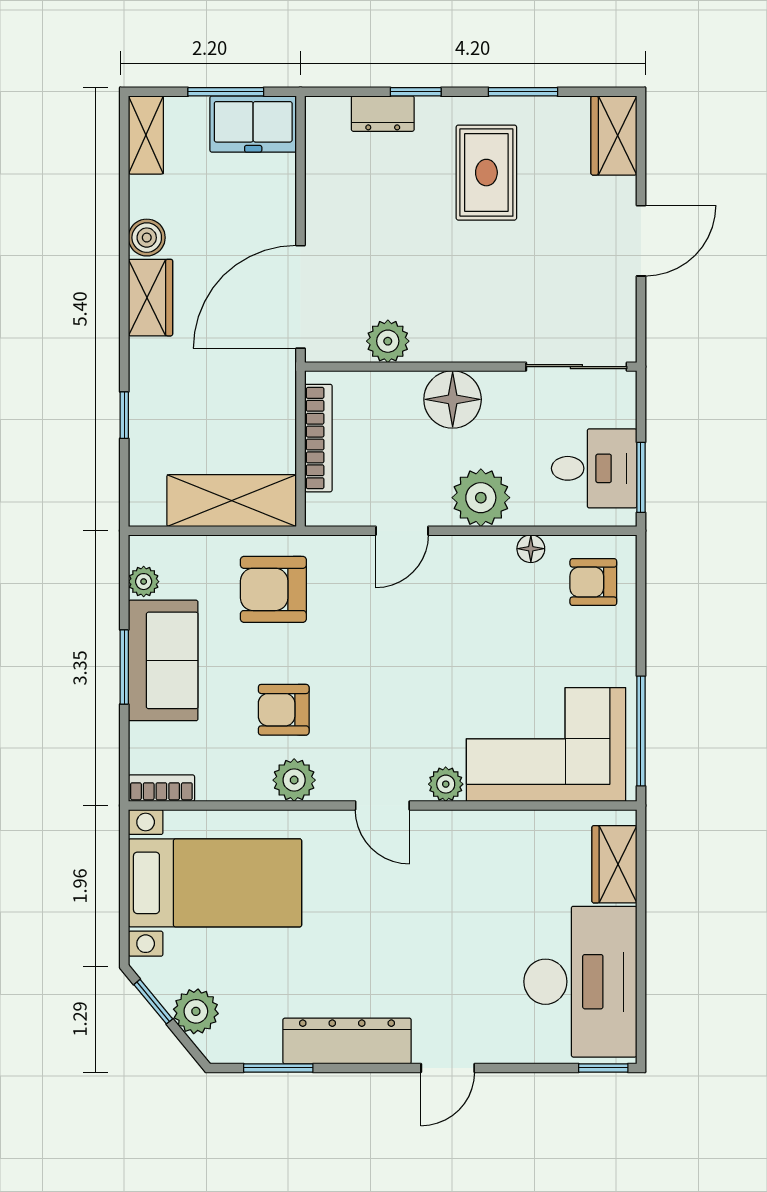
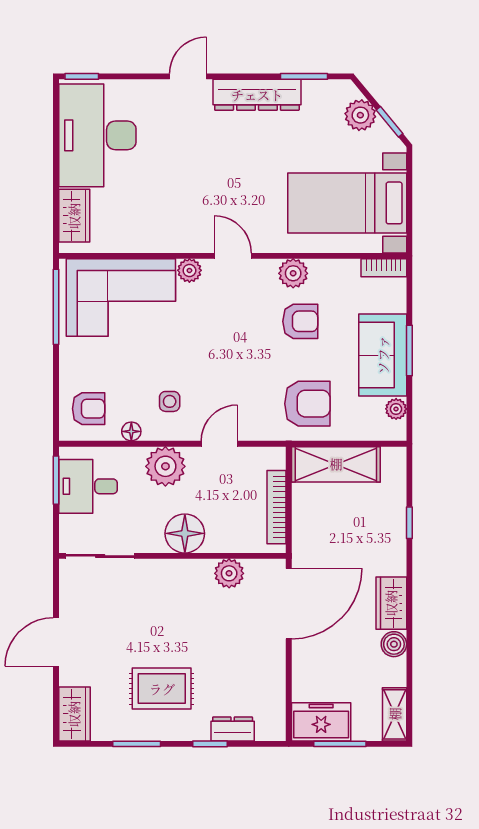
rug: (486, 173) -> (162, 689), turned 90
side table: (475, 593) -> (170, 401), added

